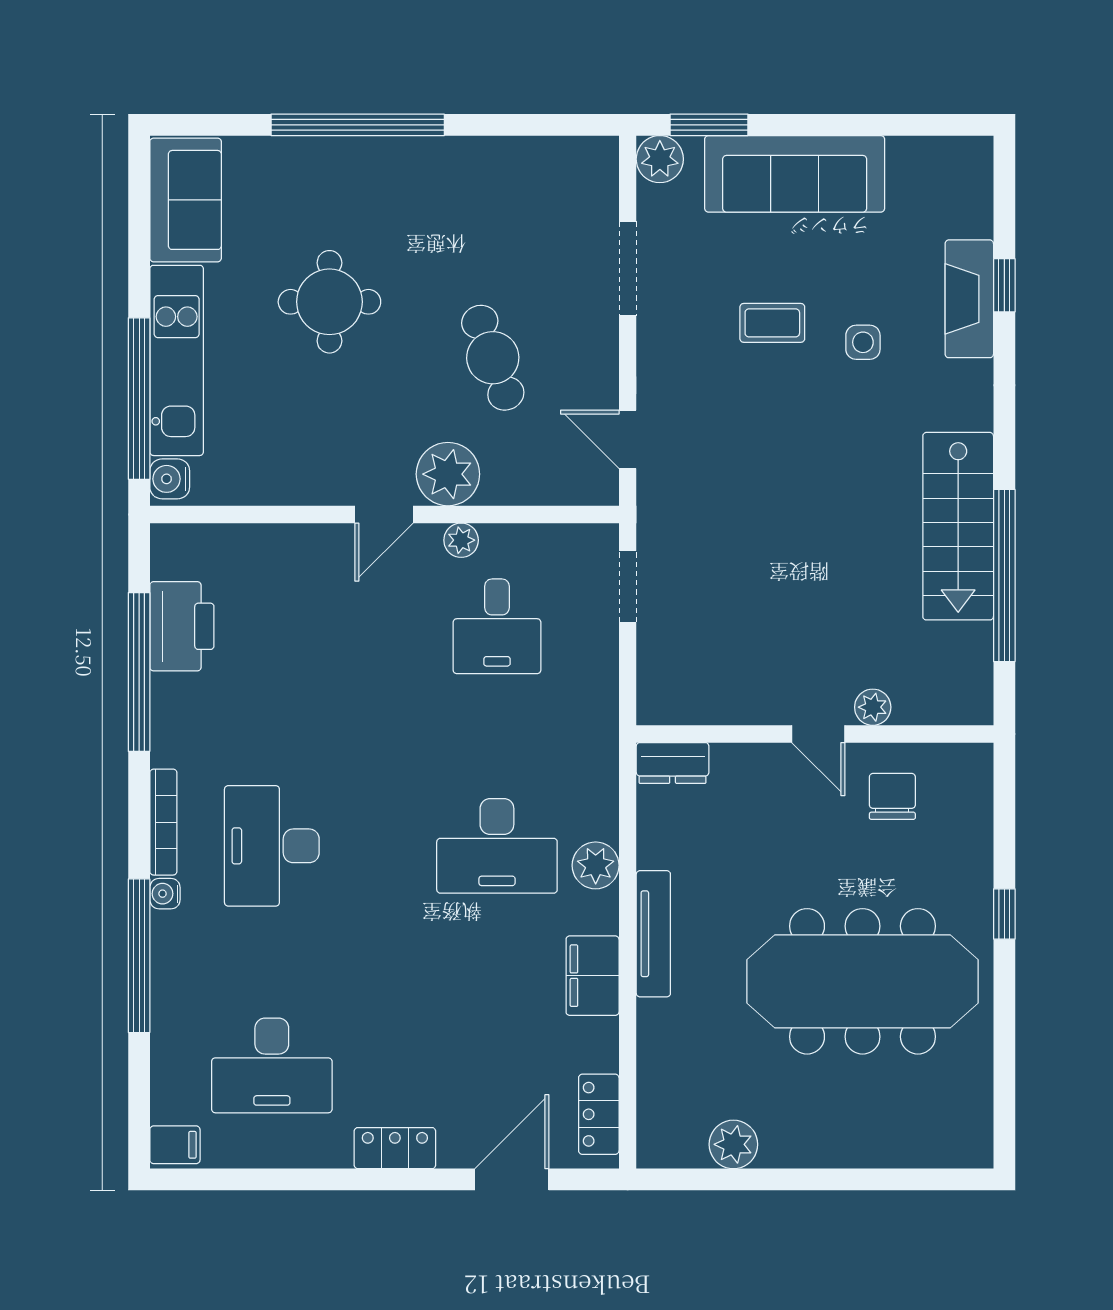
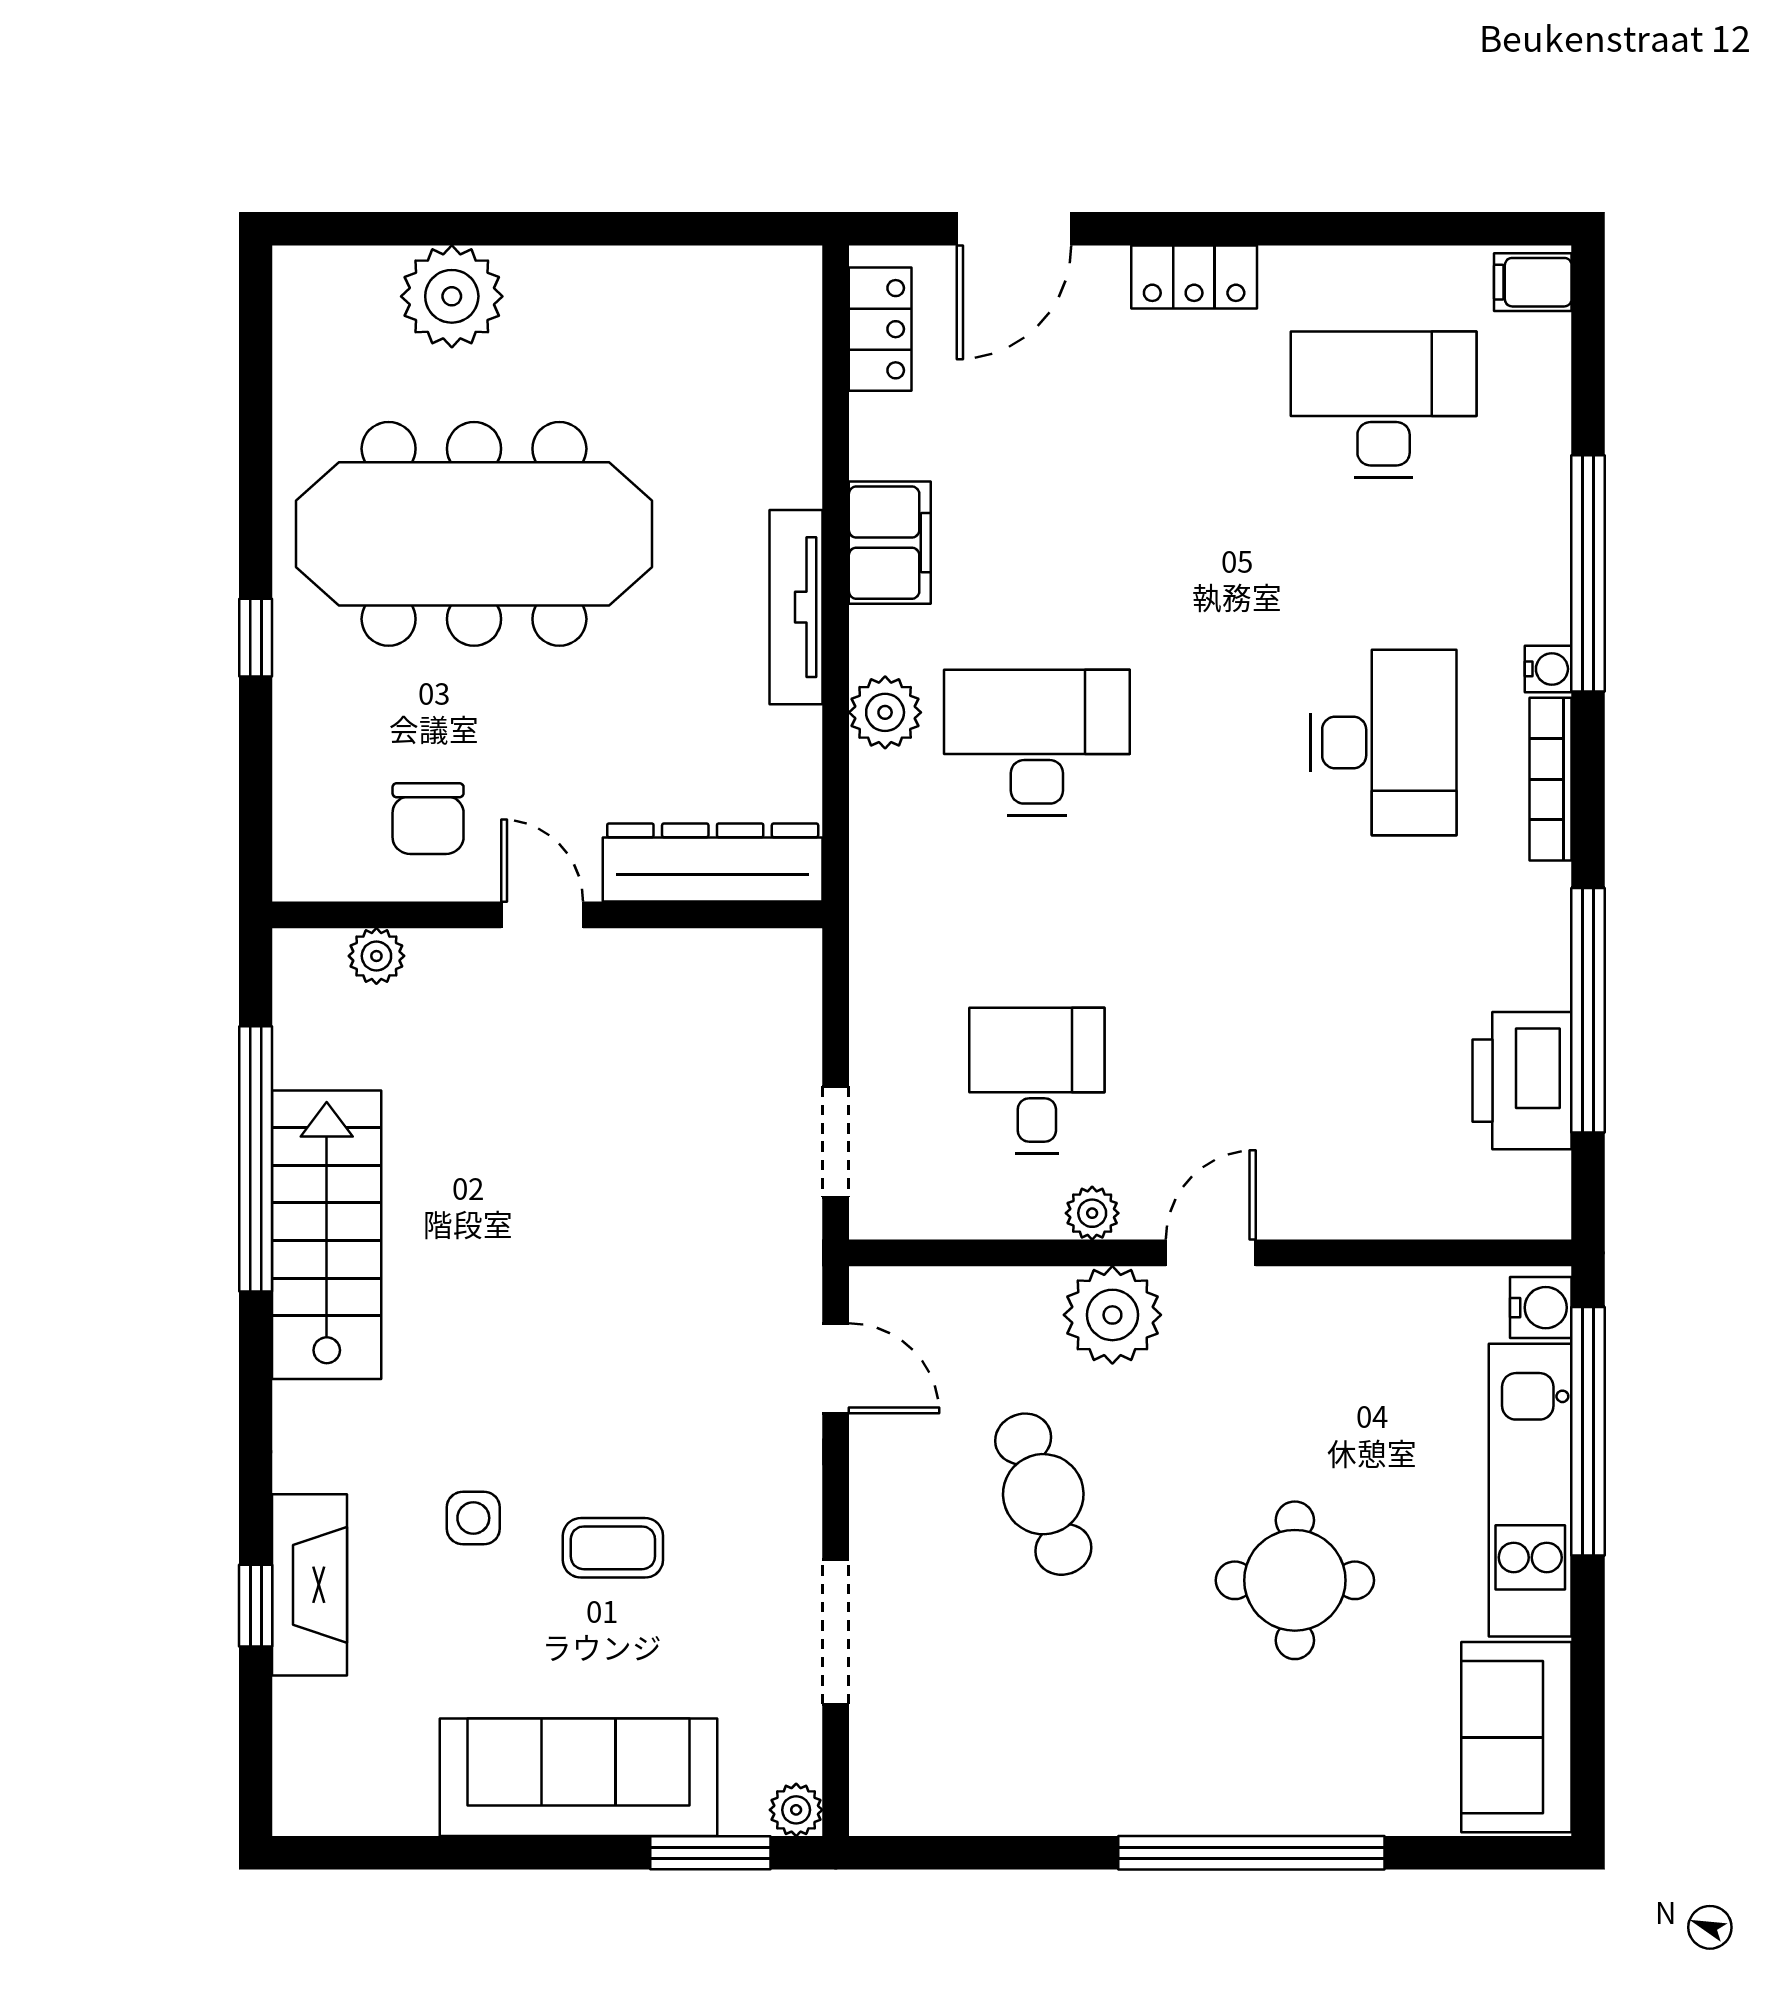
plant: (660, 159) -> (796, 1810), width x0.73, depth x0.73
plant: (873, 707) -> (376, 956), moved
dresser: (673, 763) -> (713, 862), width x1.96, depth x1.24
plant: (733, 1144) -> (452, 296), moved, width x1.36, depth x1.36

